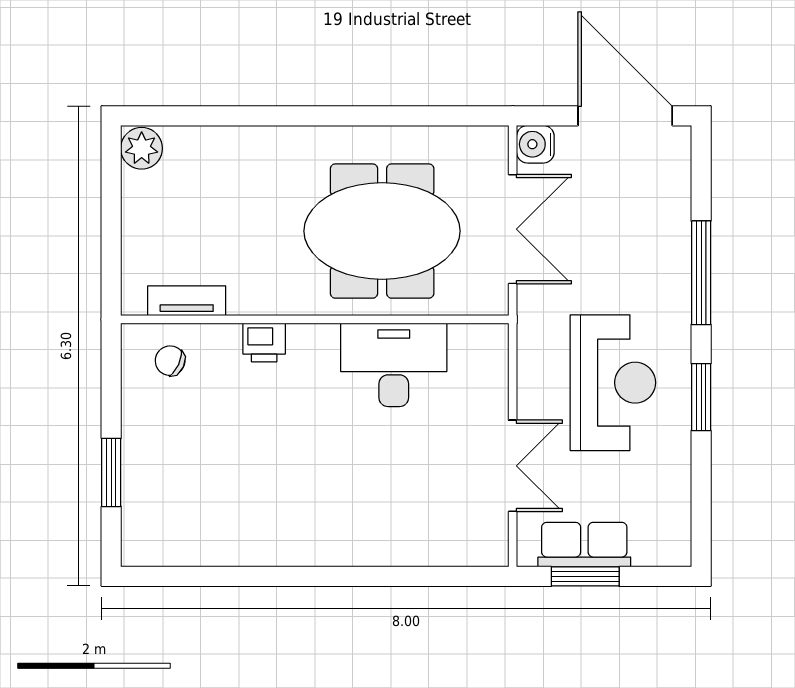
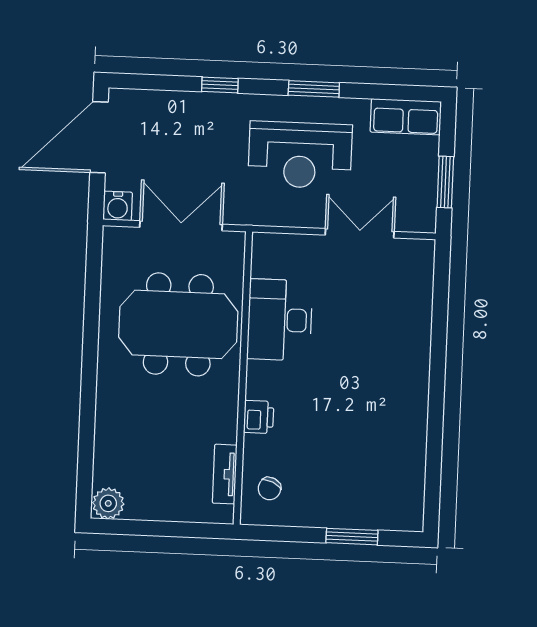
meeting table: (382, 231) -> (178, 324), turned 90
window: (701, 273) -> (220, 85), width x0.46
reception desk: (613, 383) -> (300, 155), turned 180
row of seats: (584, 545) -> (406, 117), moved, turned -90

